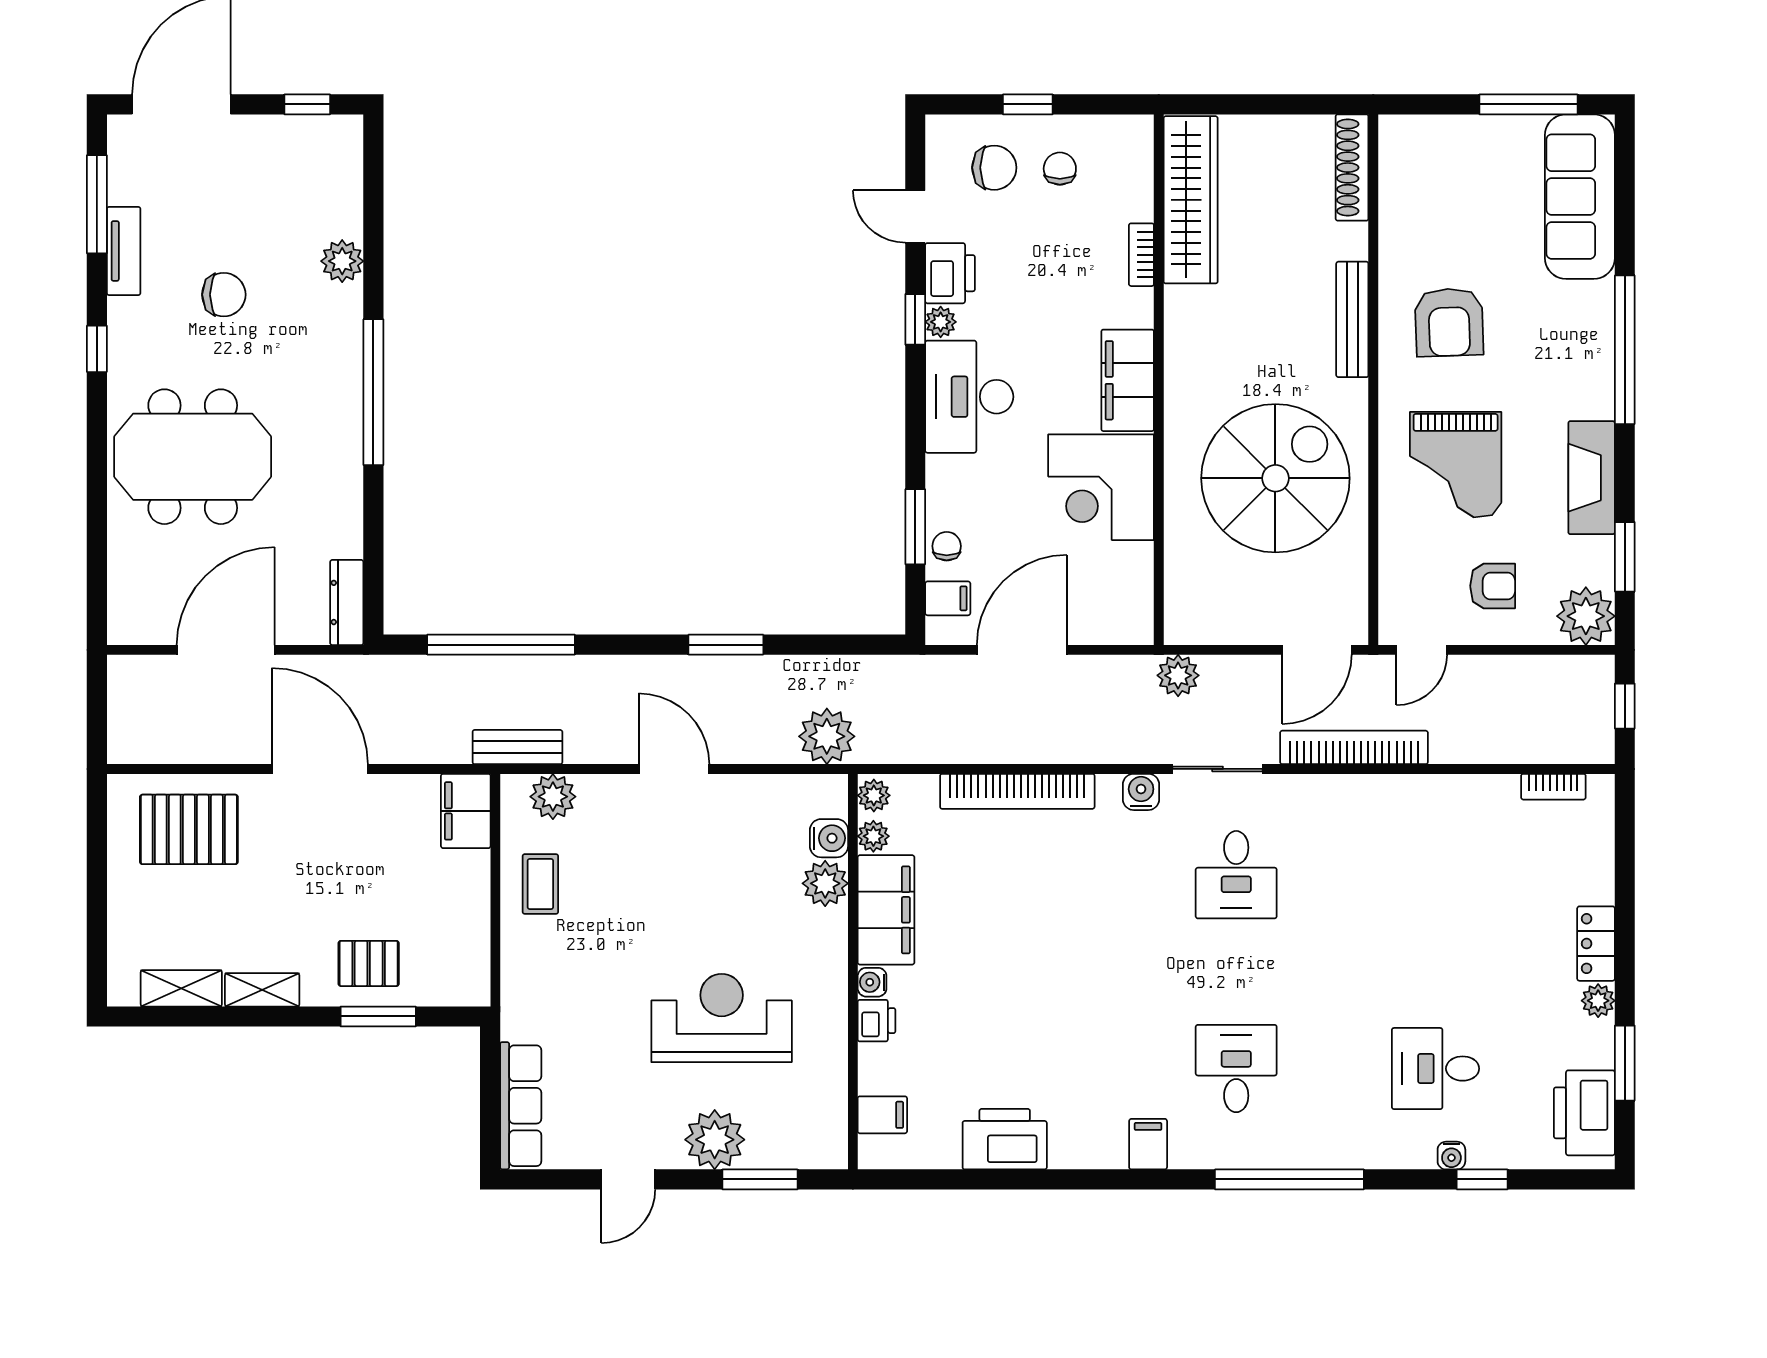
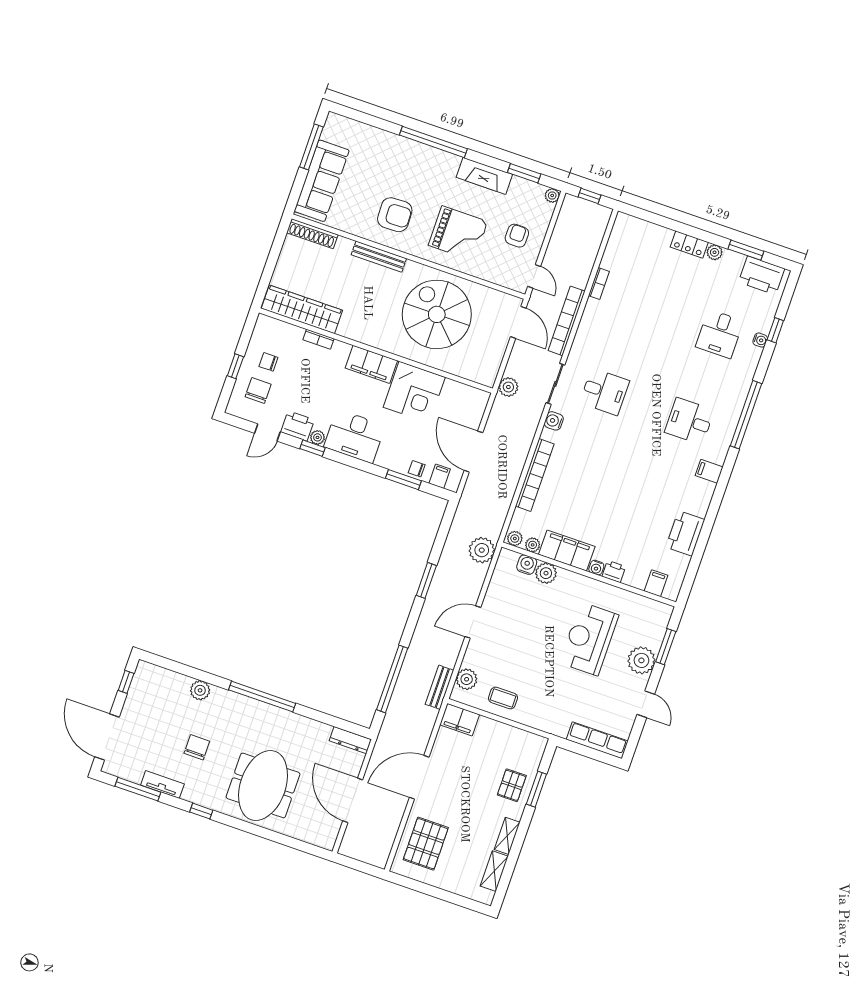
sofa: (1580, 197) -> (322, 181), moved, turned -90
plant: (1586, 616) -> (552, 195), width x0.53, depth x0.53
bookcase: (1553, 787) -> (599, 283), moved

